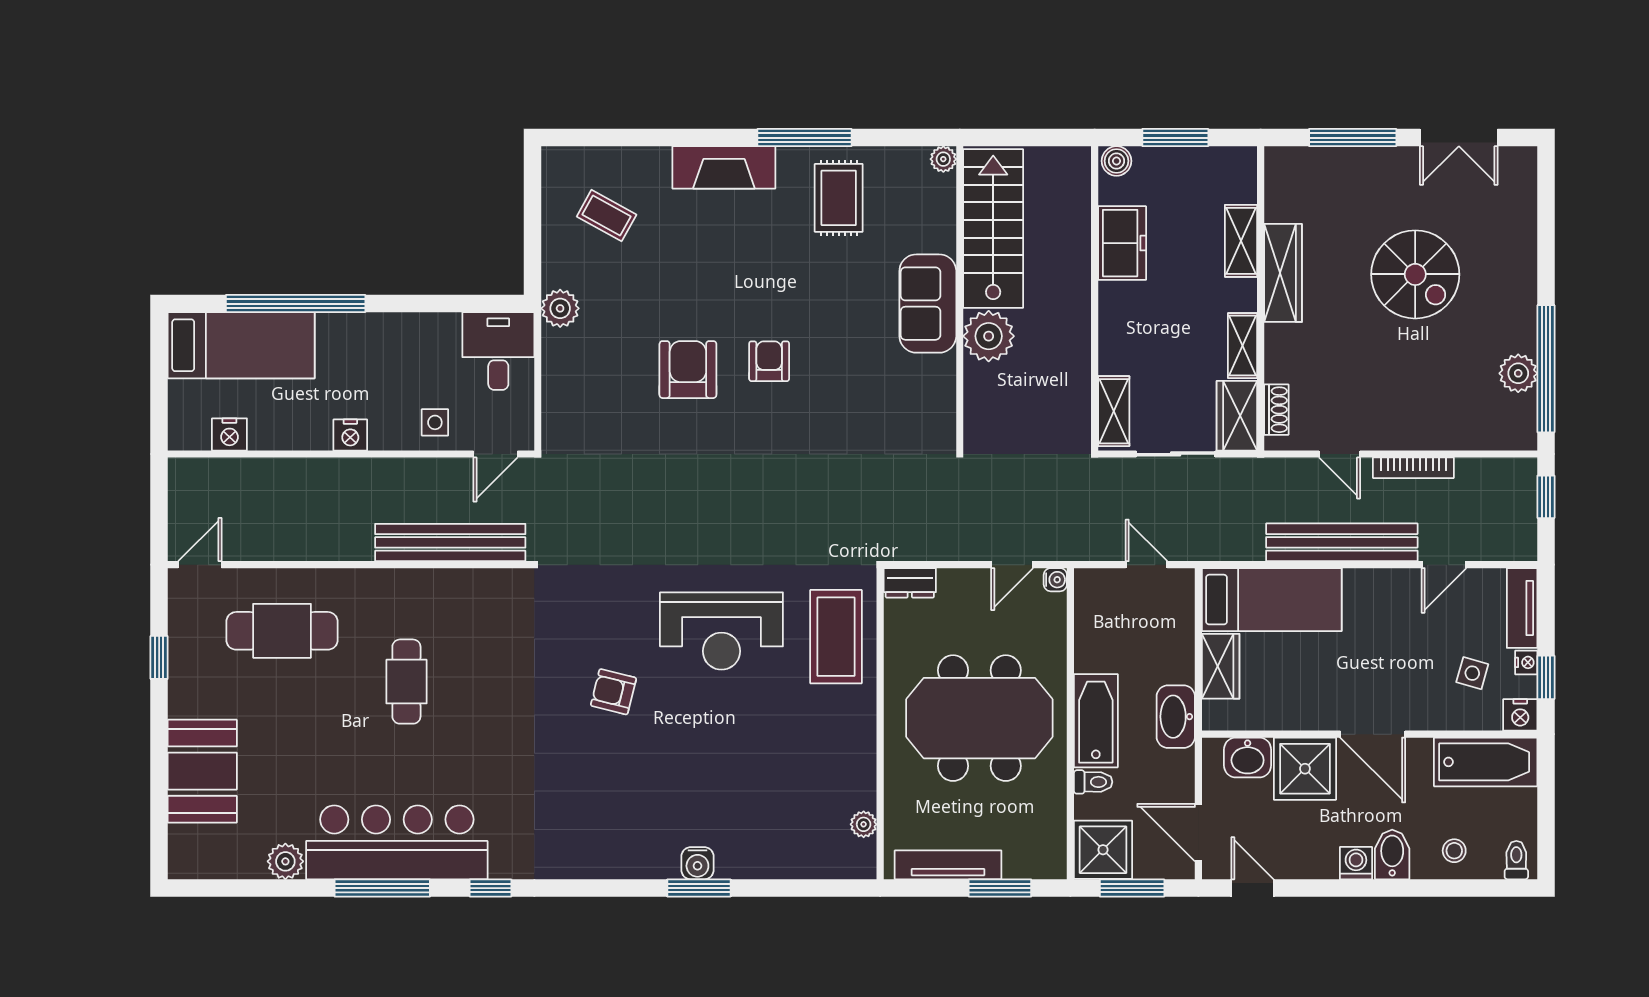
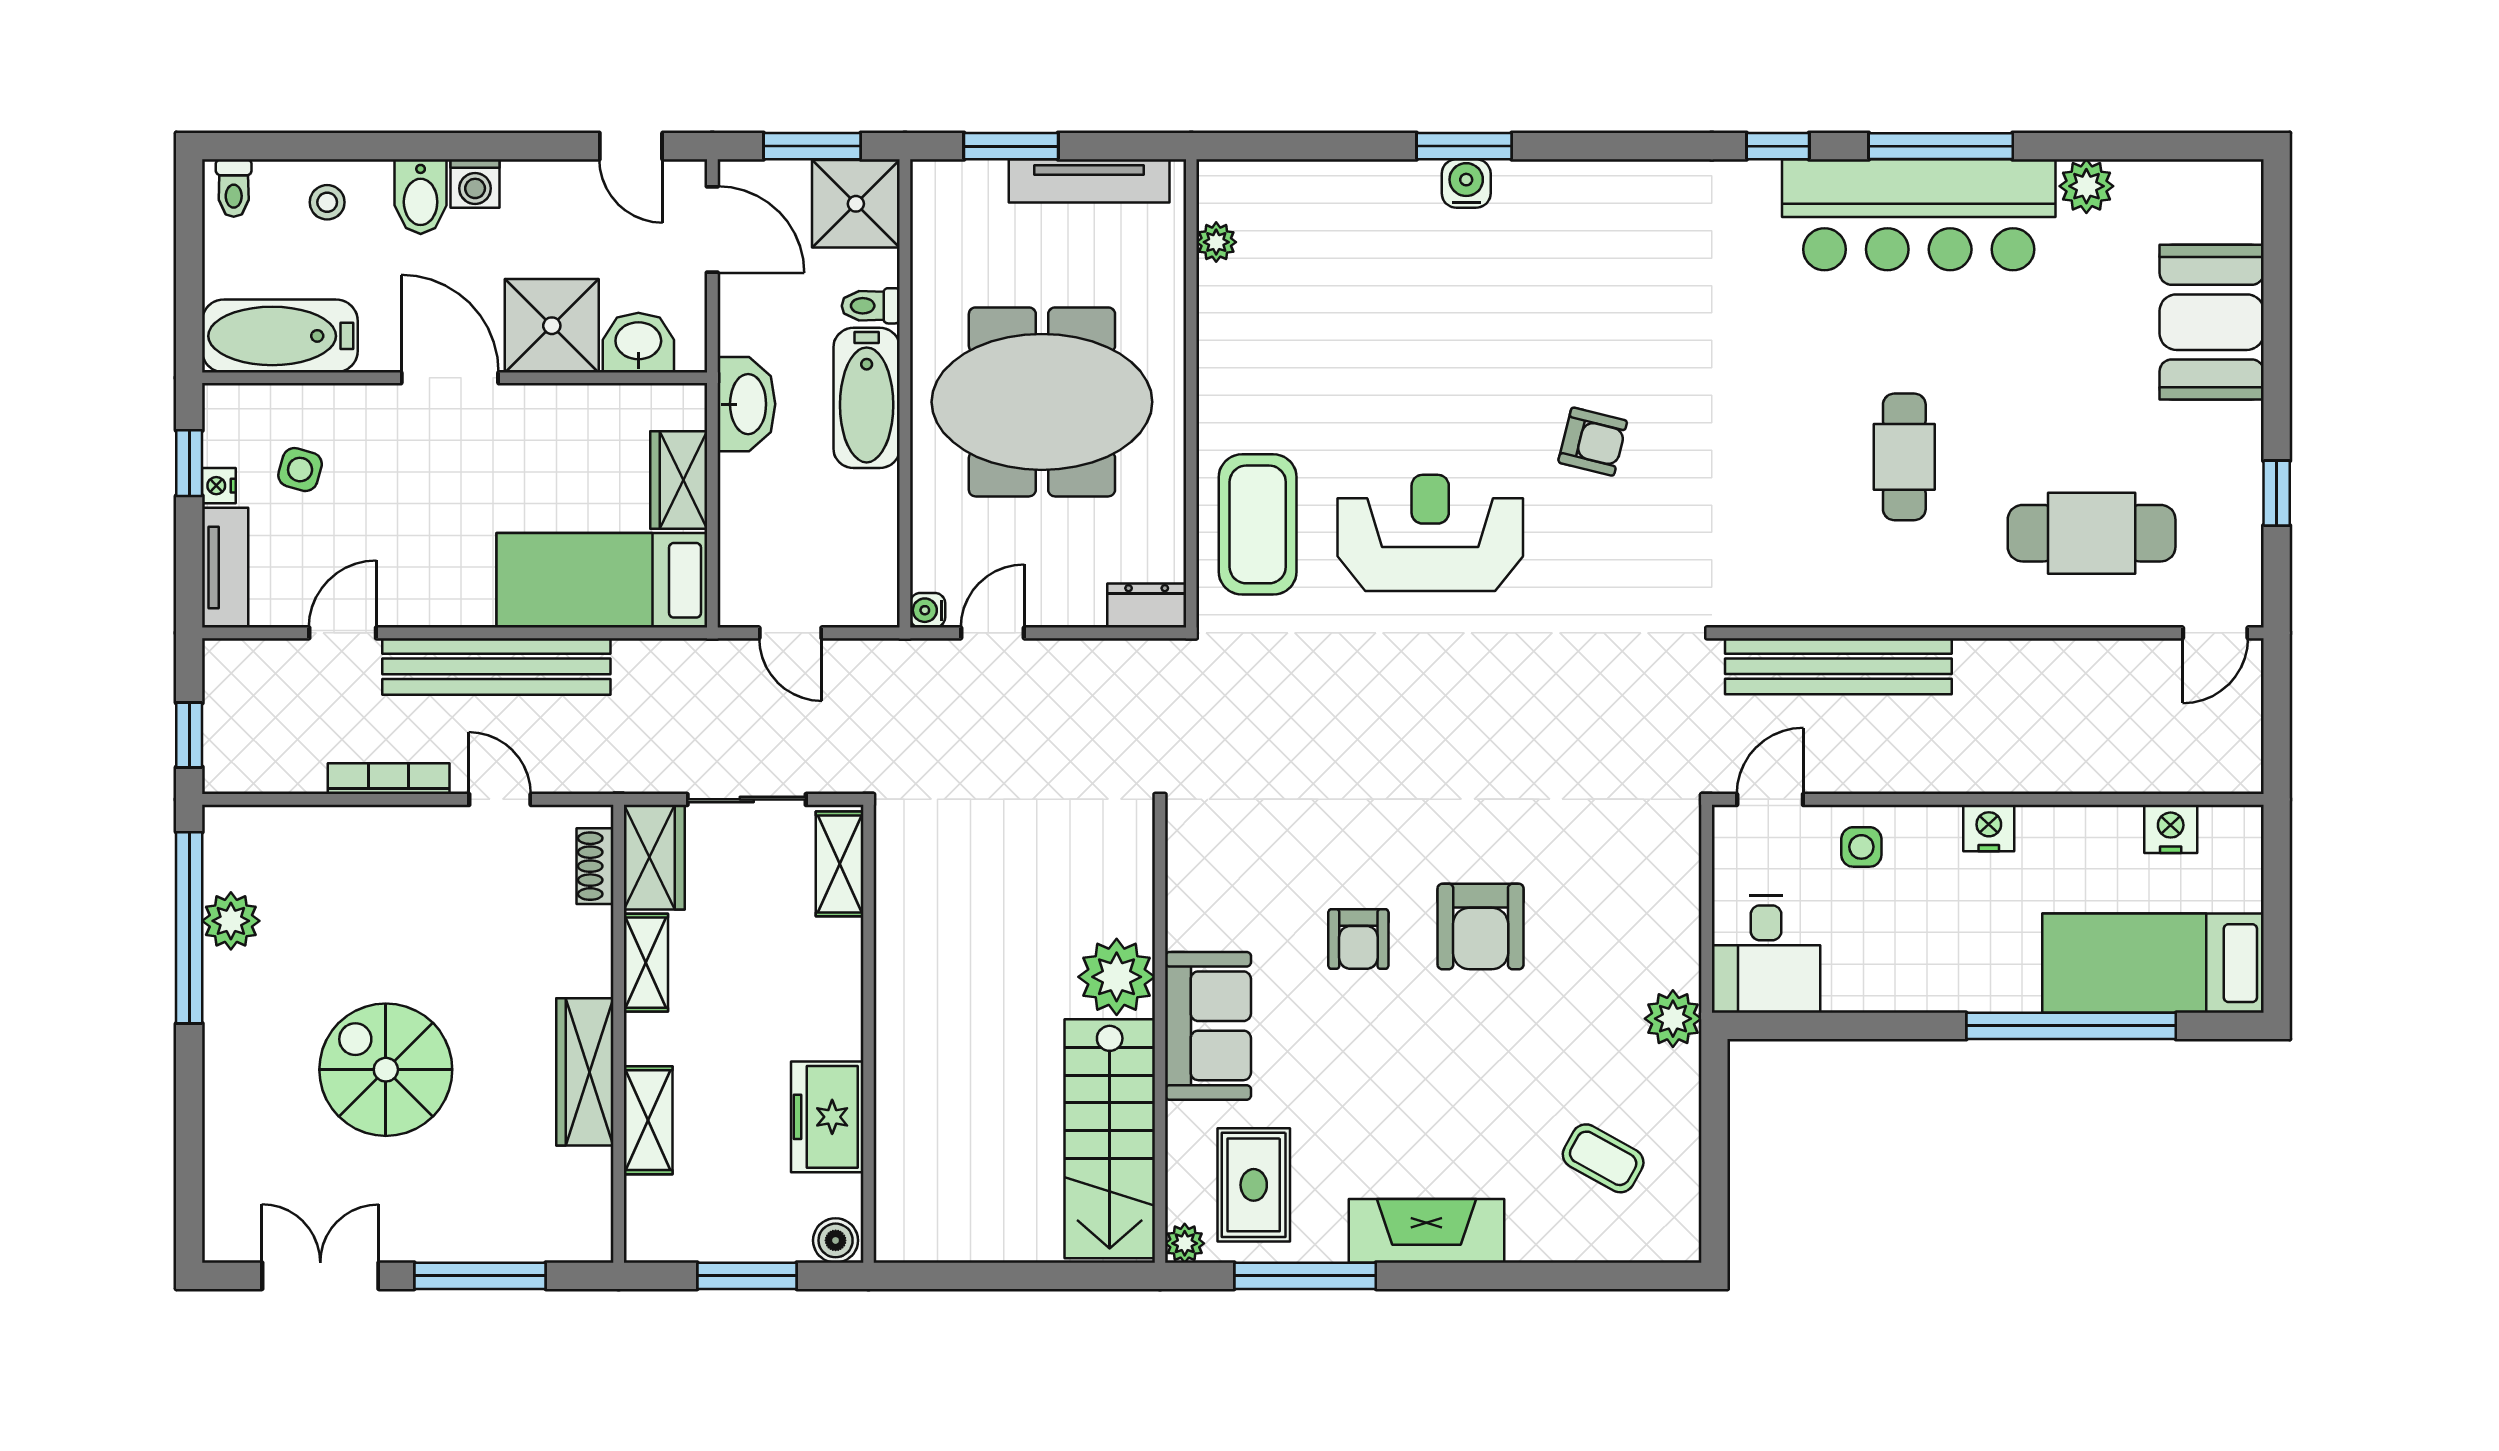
plant: (943, 159) -> (1185, 1243), moved
stairs: (993, 229) -> (1110, 1139), moved
wall: (960, 298) -> (1160, 1034), moved
sofa: (928, 304) -> (1208, 1026), moved
plant: (989, 336) -> (1117, 977), moved
nightstand: (1520, 715) -> (228, 407), removed

